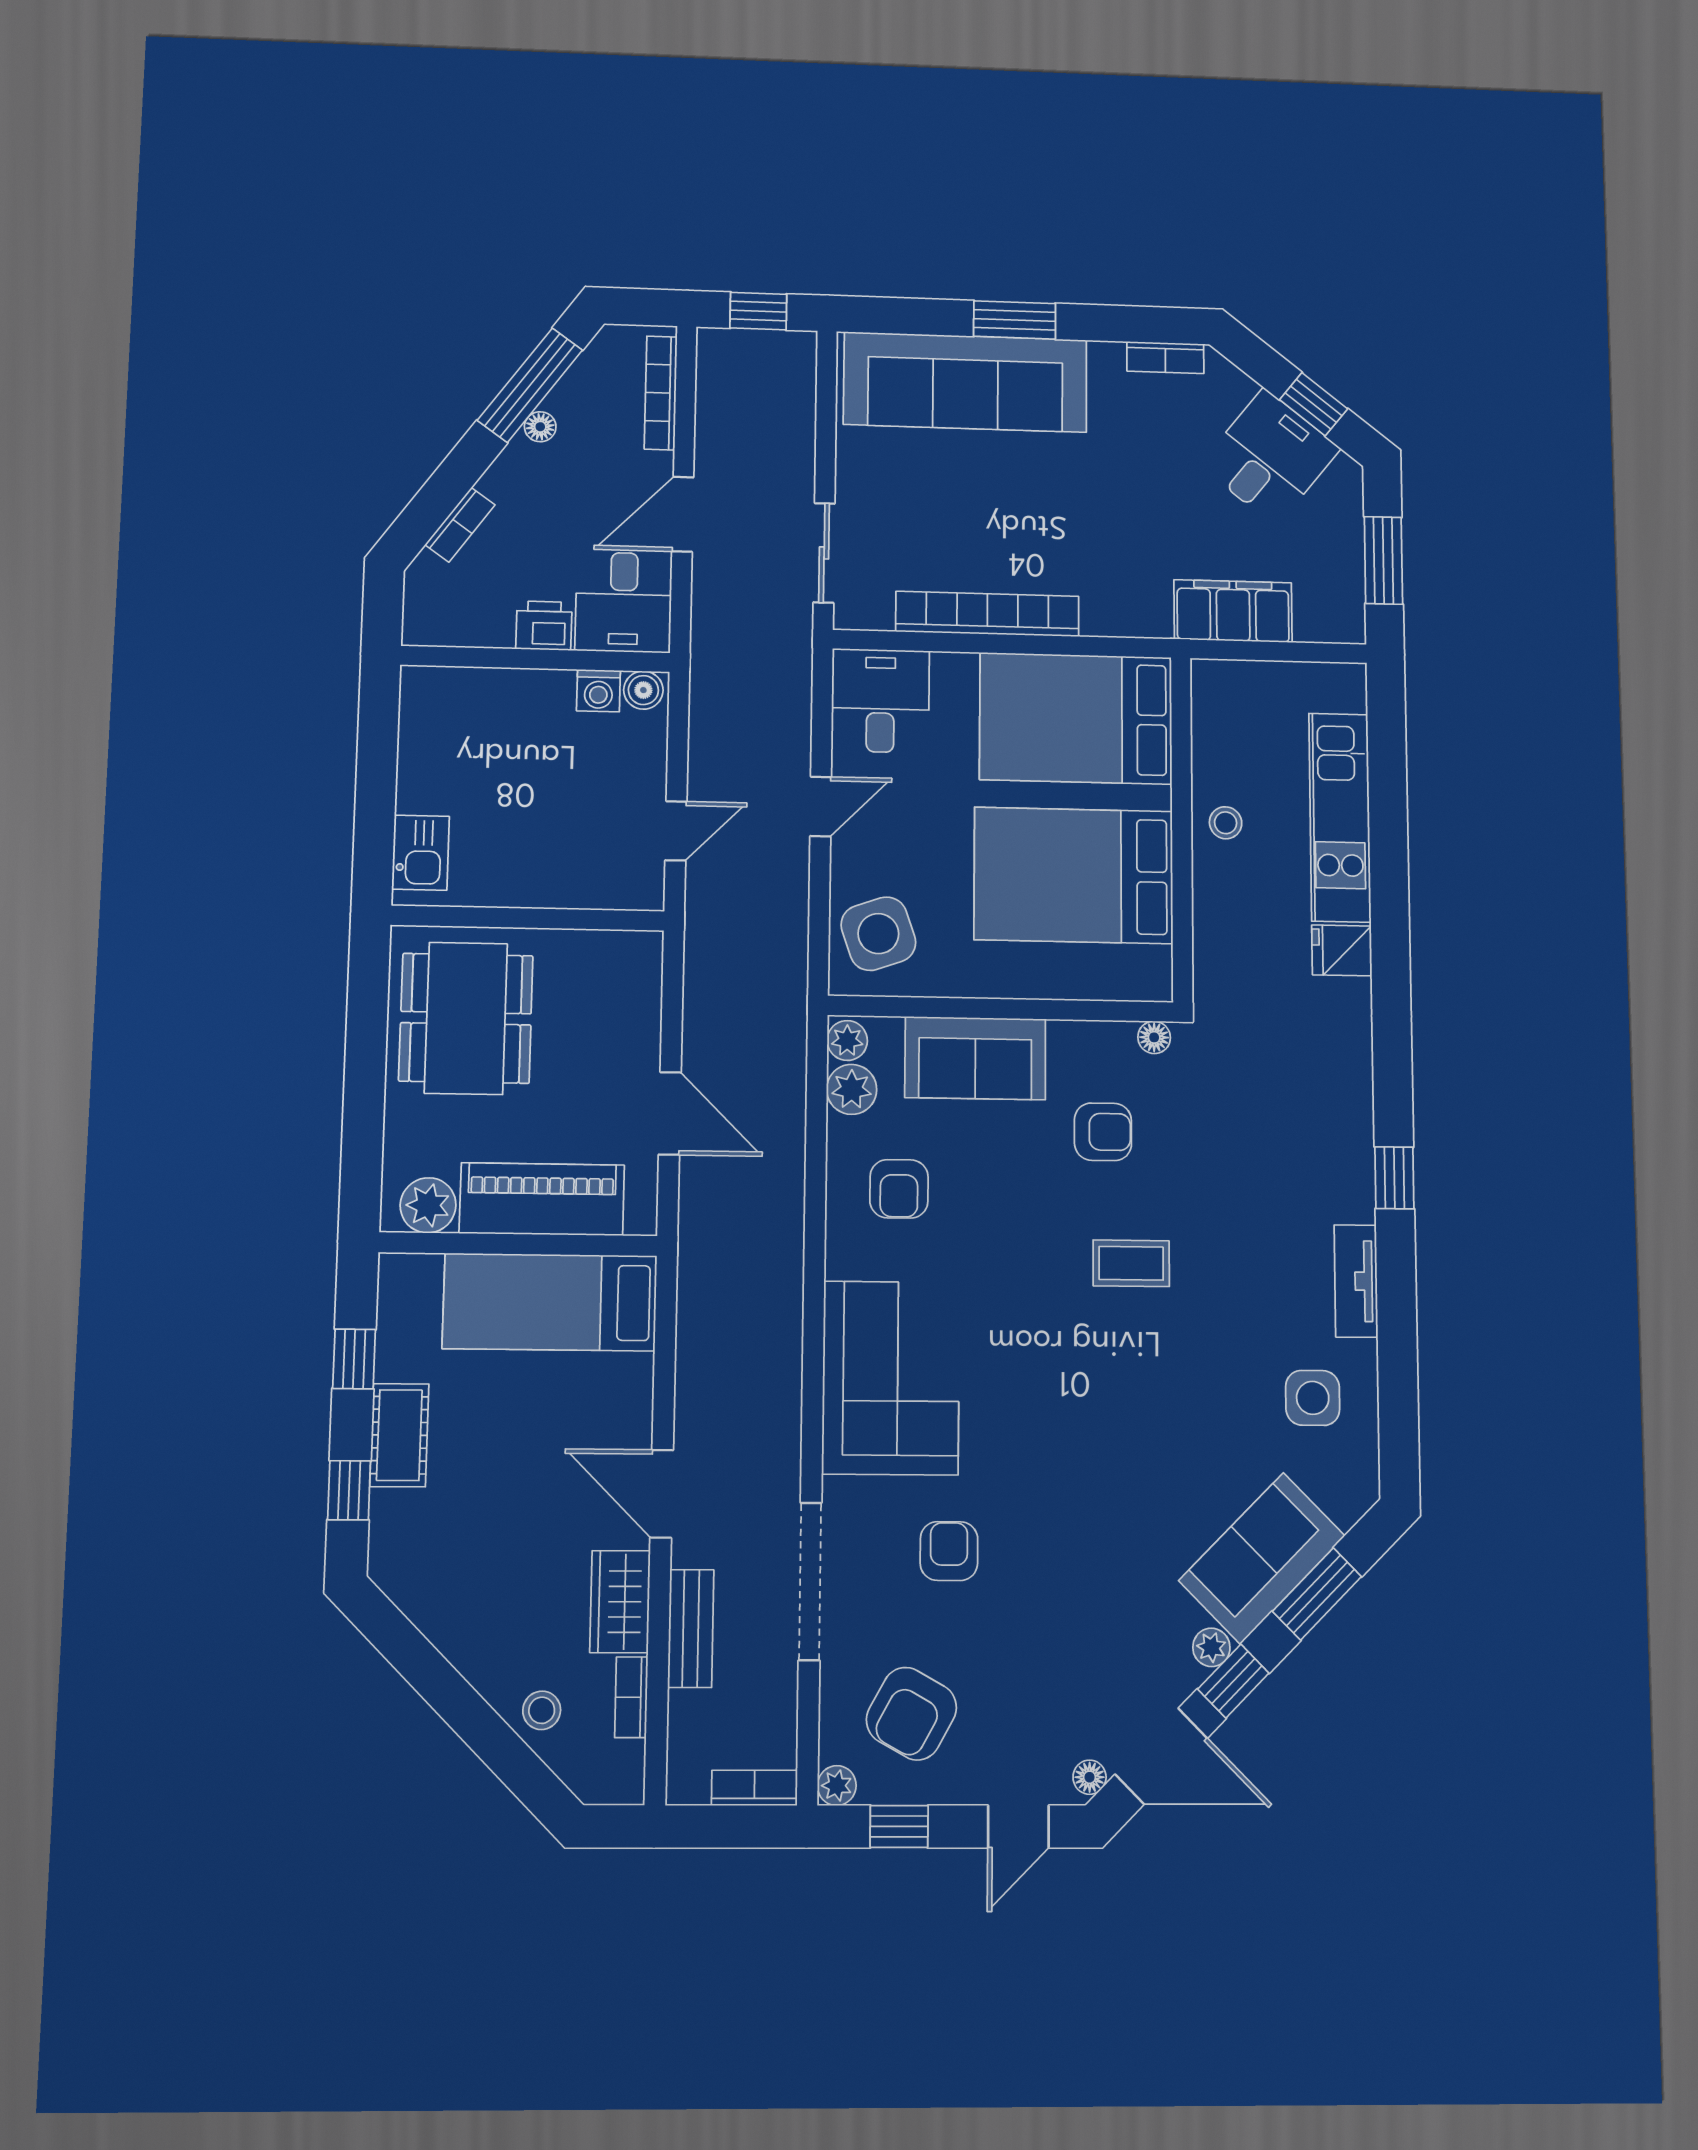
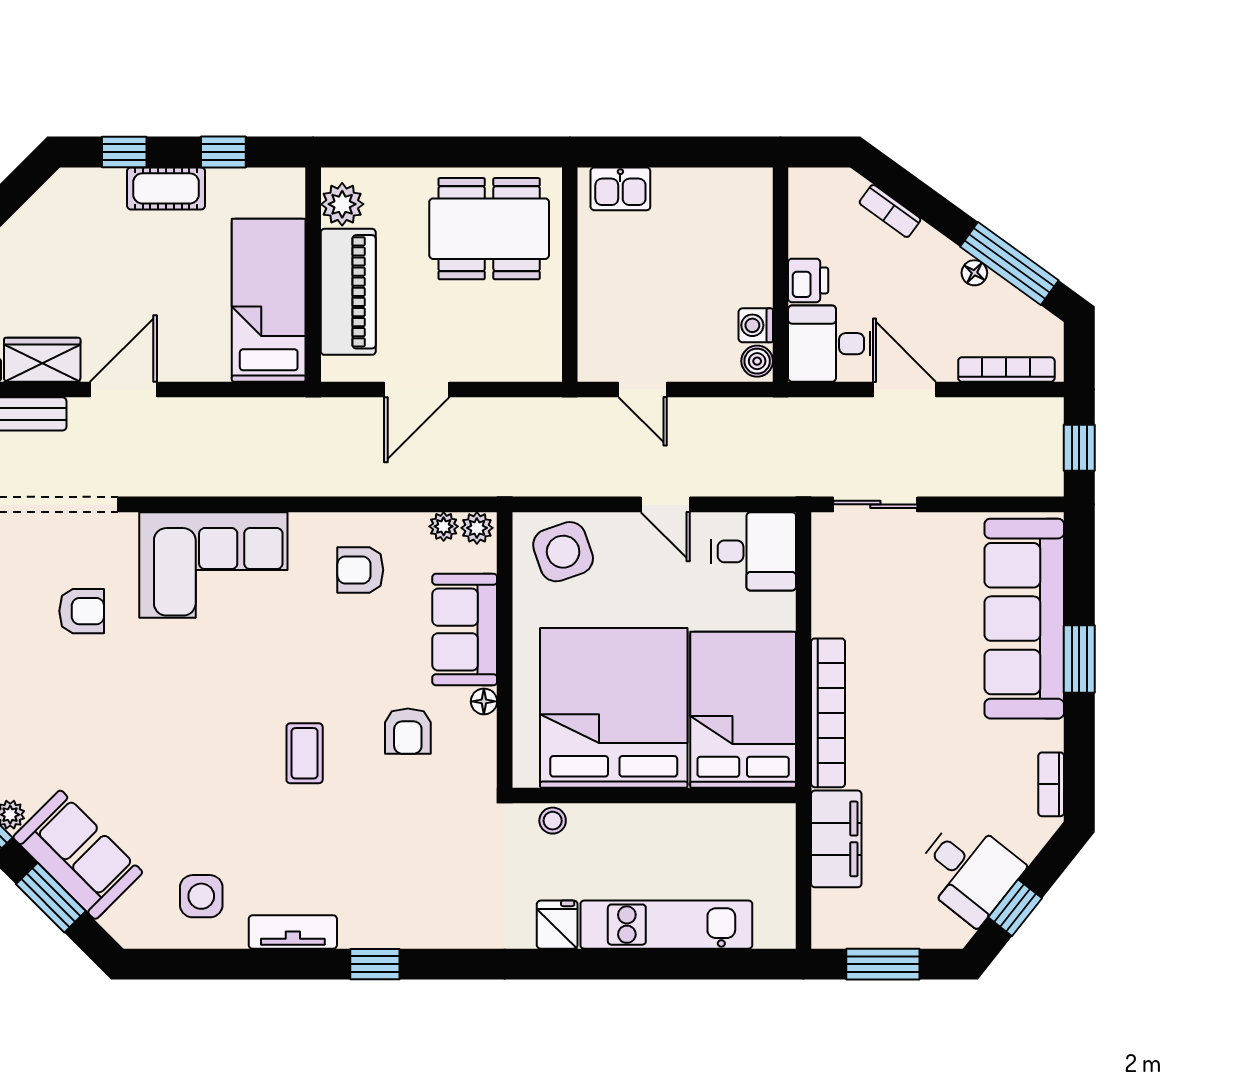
bookcase: (987, 614) -> (828, 713), moved
stool: (1226, 823) -> (553, 821), moved
bed: (1074, 875) -> (614, 708), width x1.36
floor lamp: (1154, 1037) -> (484, 701), moved
plant: (852, 1089) -> (444, 526), width x0.73, depth x0.73

